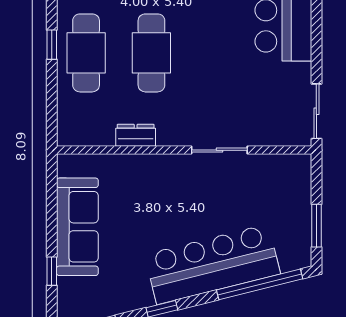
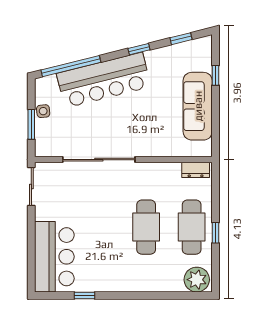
dresser: (136, 135) -> (196, 170), moved
sliding door: (219, 150) -> (99, 160), width x1.86
side table: (299, 220) -> (43, 111), added
window: (316, 226) -> (31, 124), moved

